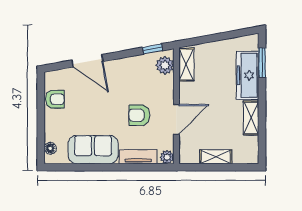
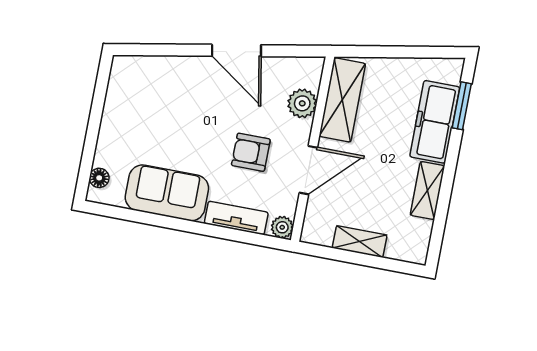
window: (153, 49) -> (292, 51), removed
door: (87, 61) -> (236, 51), moved
plant: (165, 65) -> (302, 103), moved
shelving: (186, 65) -> (342, 100), width x1.50, depth x1.33
armchair: (55, 99) -> (121, 101), removed

